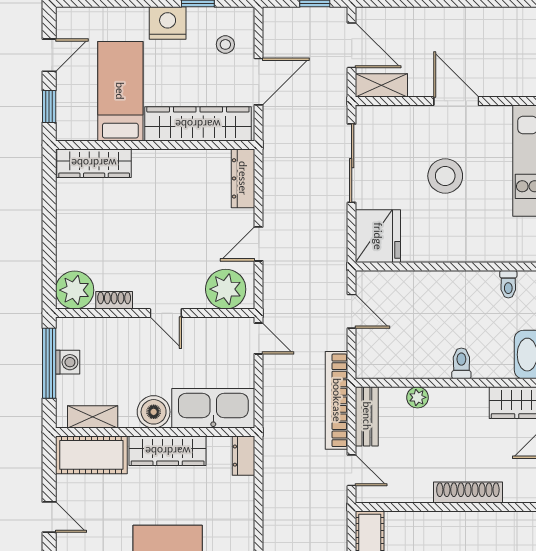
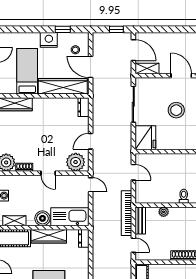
door: (259, 82) -> (91, 67), swing flipped
dresser: (243, 178) -> (83, 107), width x0.70

